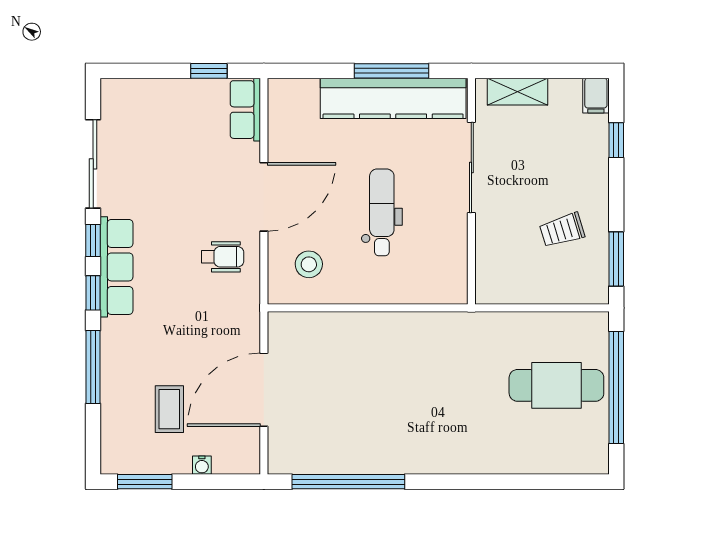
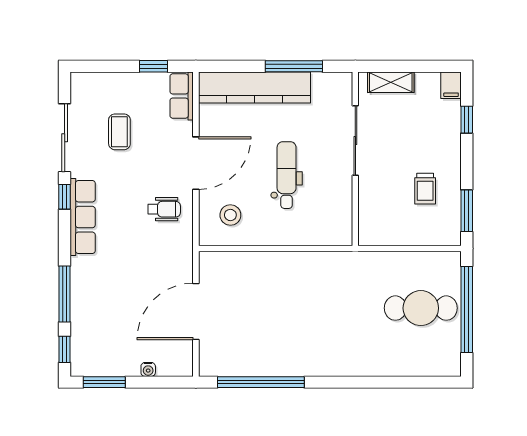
kitchen counter: (393, 98) -> (254, 87), moved
trolley: (562, 230) -> (425, 189), turned -73
window: (93, 293) -> (65, 349), moved
coffee table: (169, 409) -> (119, 132), moved

